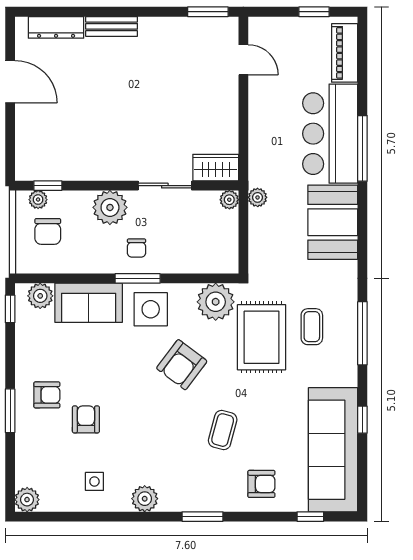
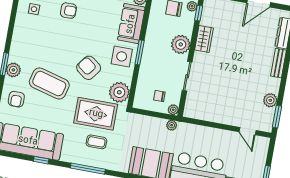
plant: (181, 29) -> (270, 100), added
door: (243, 60) -> (248, 131), hinge flipped
wardrobe: (216, 168) -> (204, 39), moved
chair: (136, 248) -> (159, 96), moved
coffee table: (223, 430) -> (49, 83), width x1.86, depth x1.72
plant: (145, 499) -> (13, 70), moved

